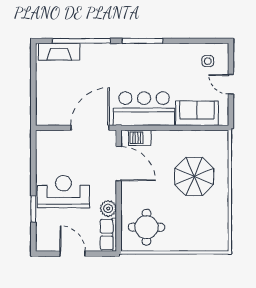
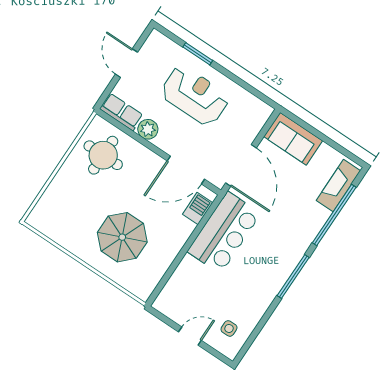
sofa: (197, 113) -> (293, 139), moved, turned 90
reception desk: (63, 192) -> (195, 96), turned -90
door: (73, 254) -> (126, 63), swing flipped

